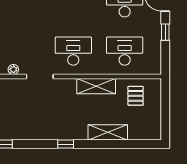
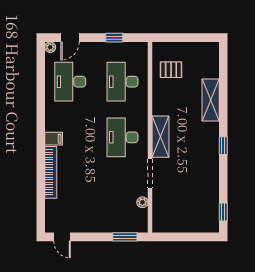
window: (165, 32) -> (114, 38), moved
shelving: (96, 86) -> (160, 137), moved

